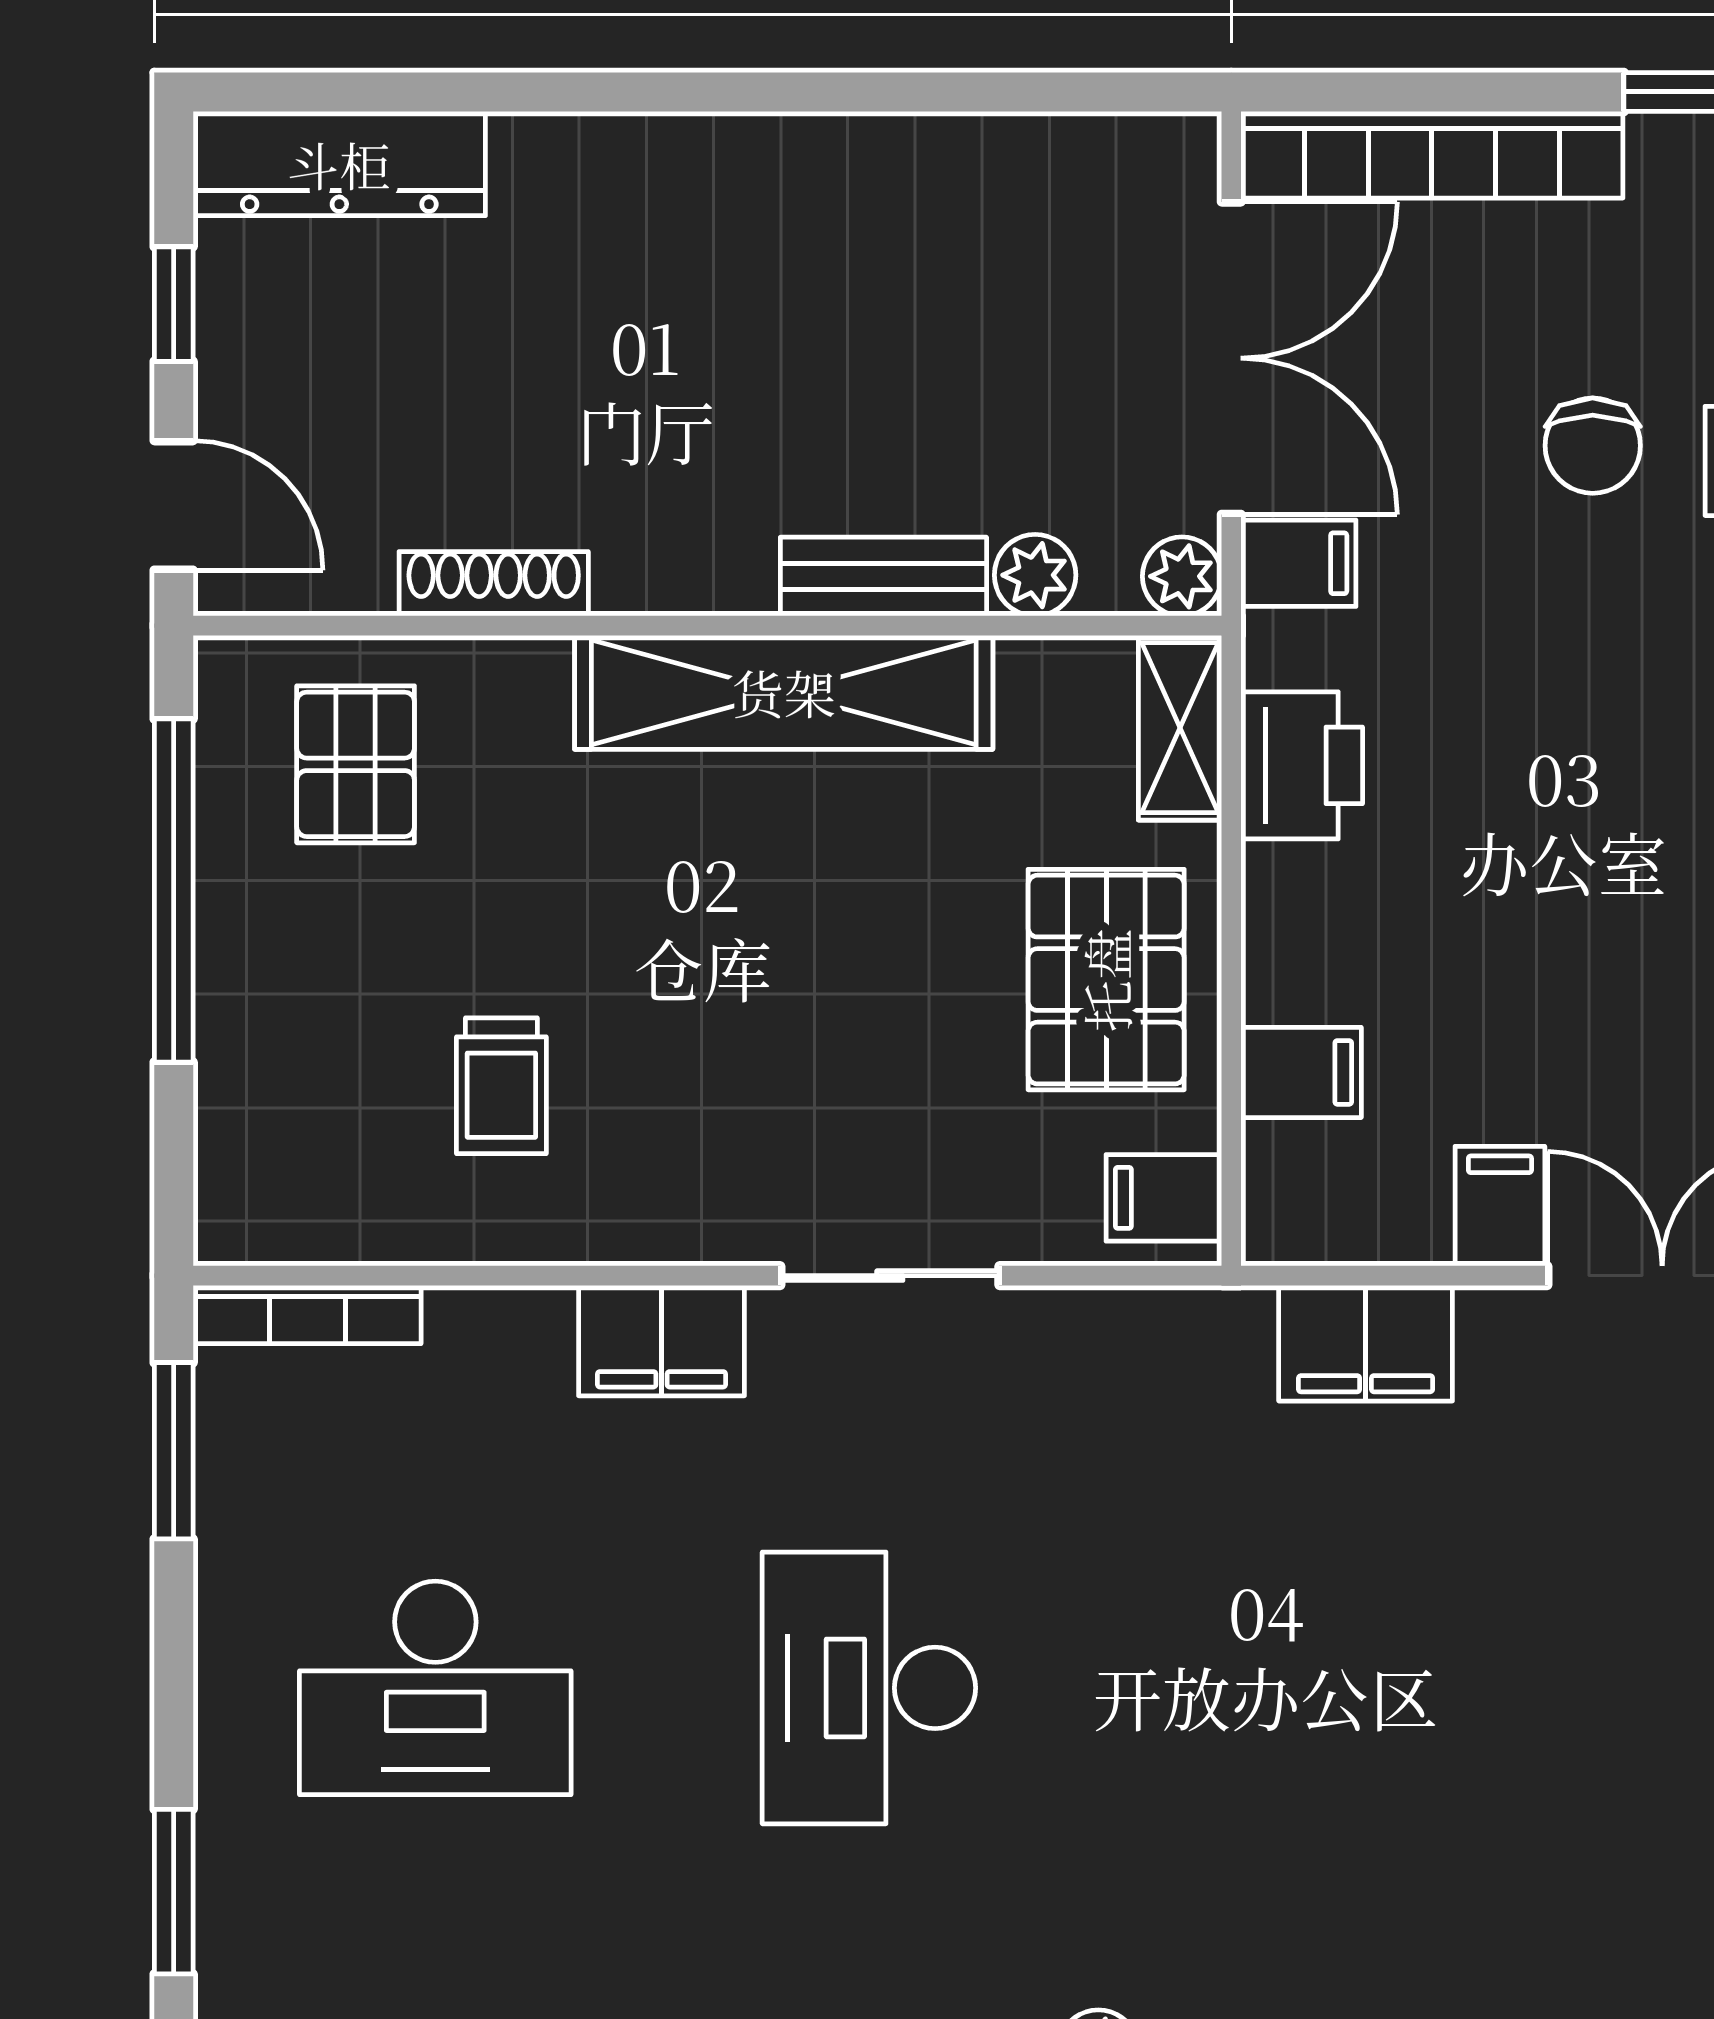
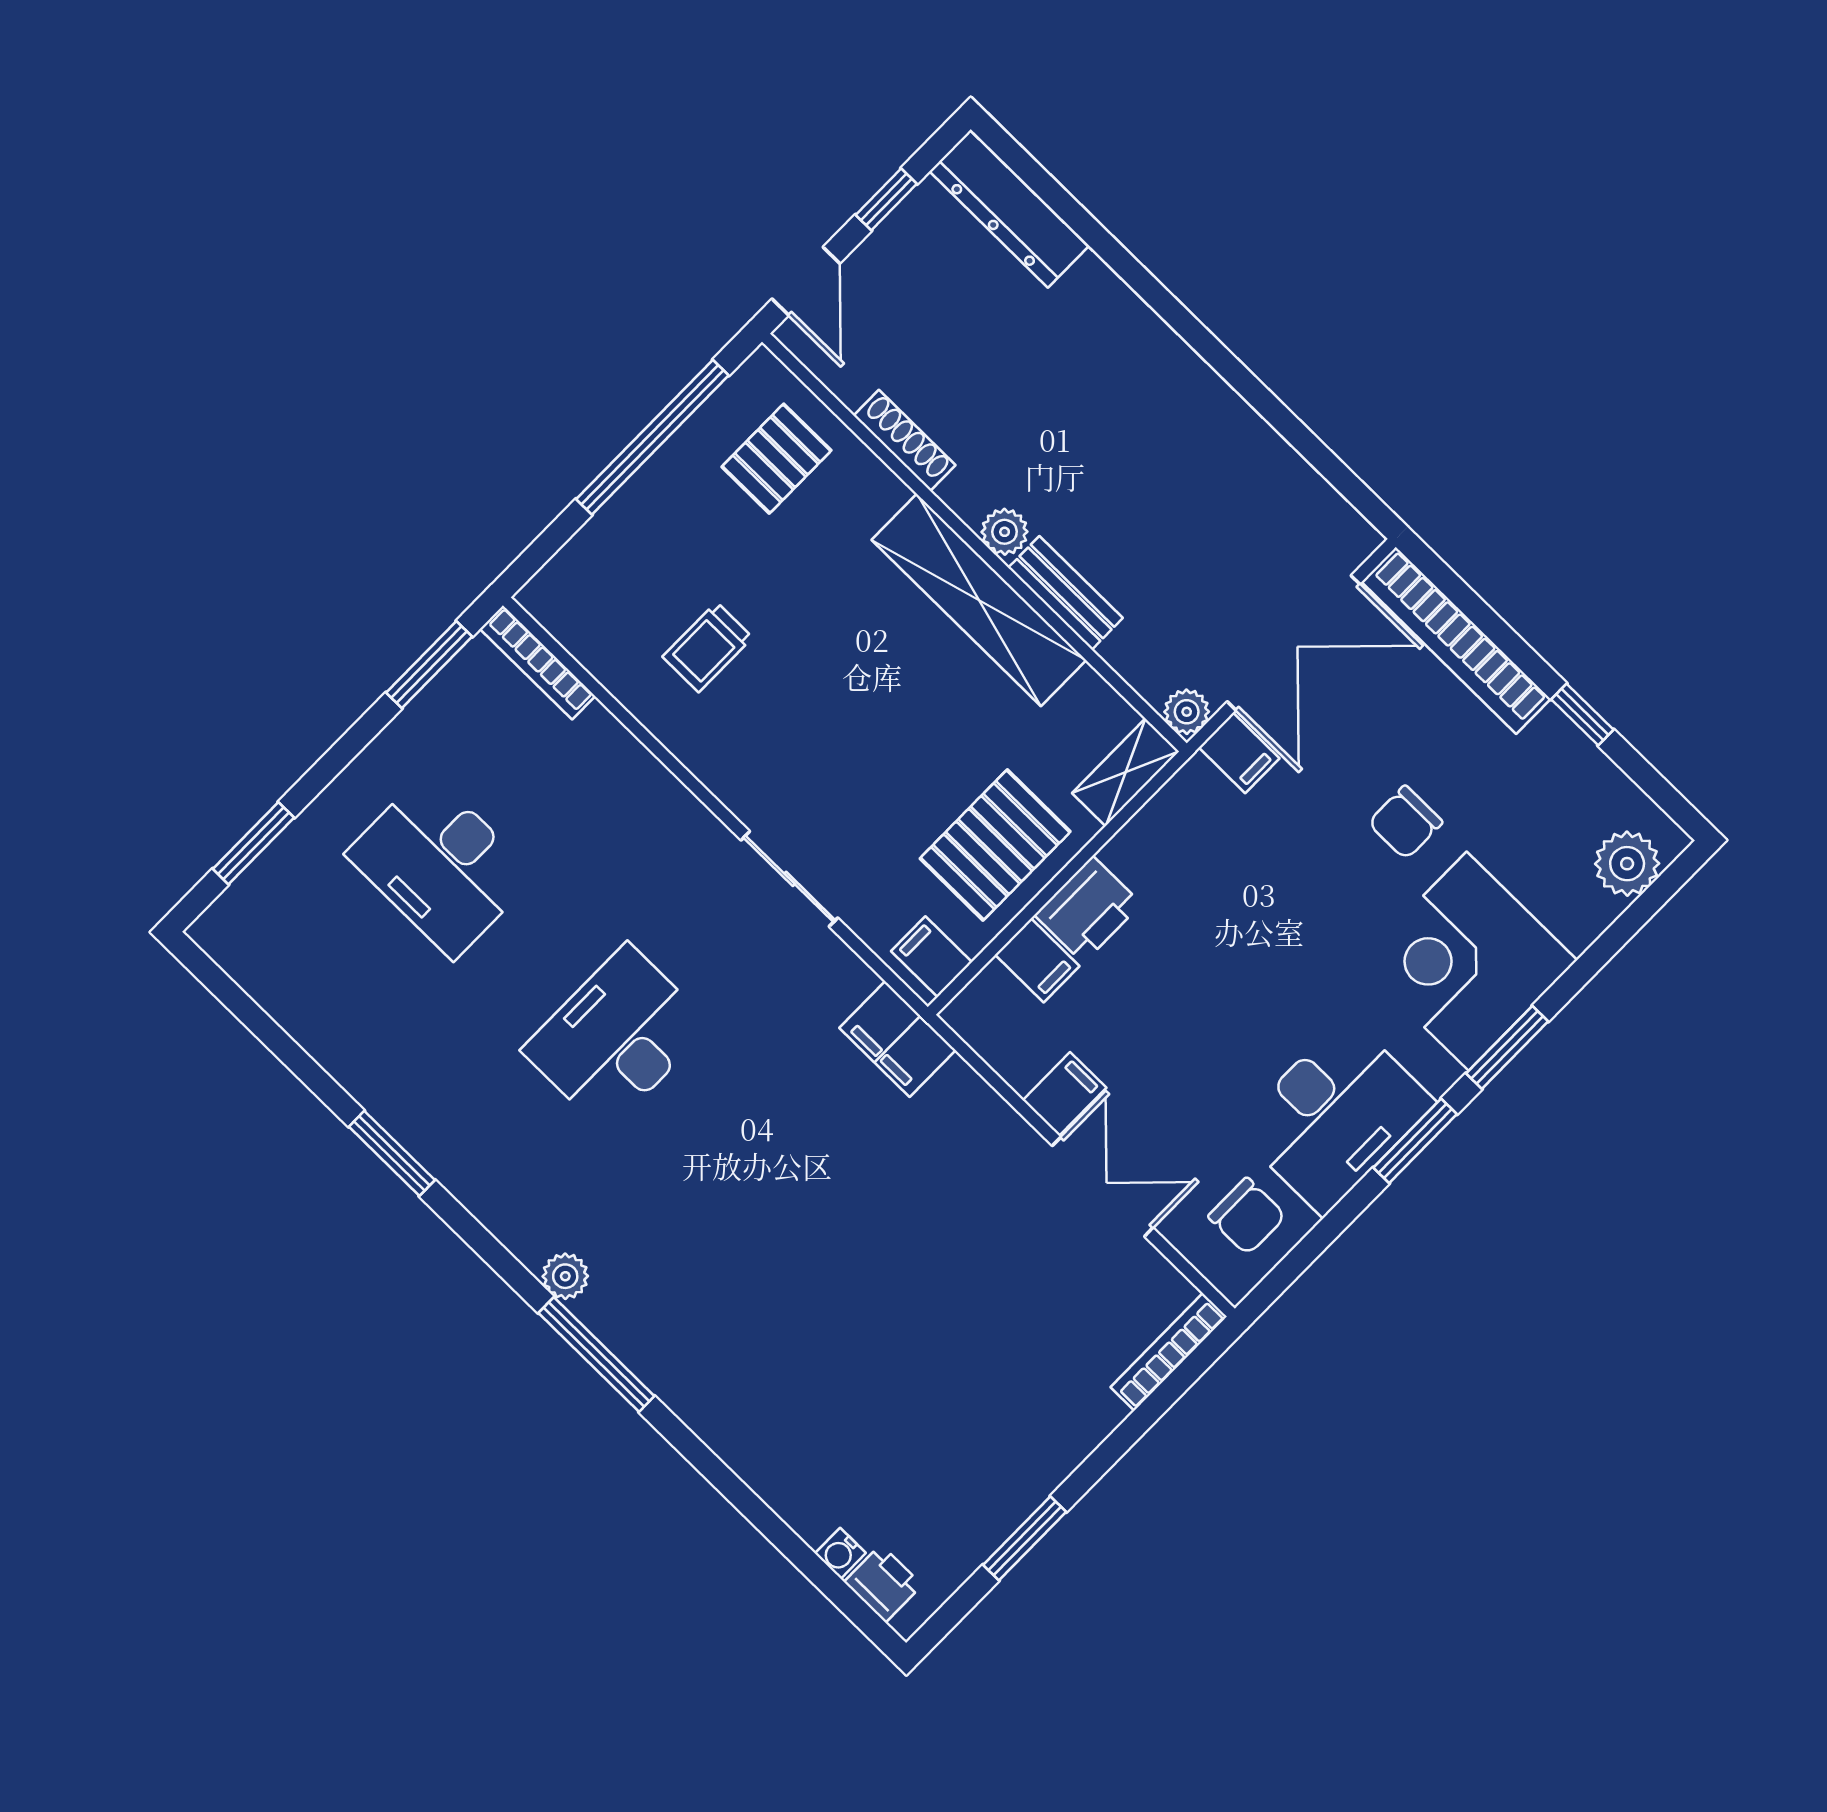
plant: (1035, 575) -> (1005, 532), moved
printer: (1302, 765) -> (1088, 909), moved
filing cabinet: (662, 1341) -> (671, 814), removed
filing cabinet: (1366, 1343) -> (898, 1039), moved

